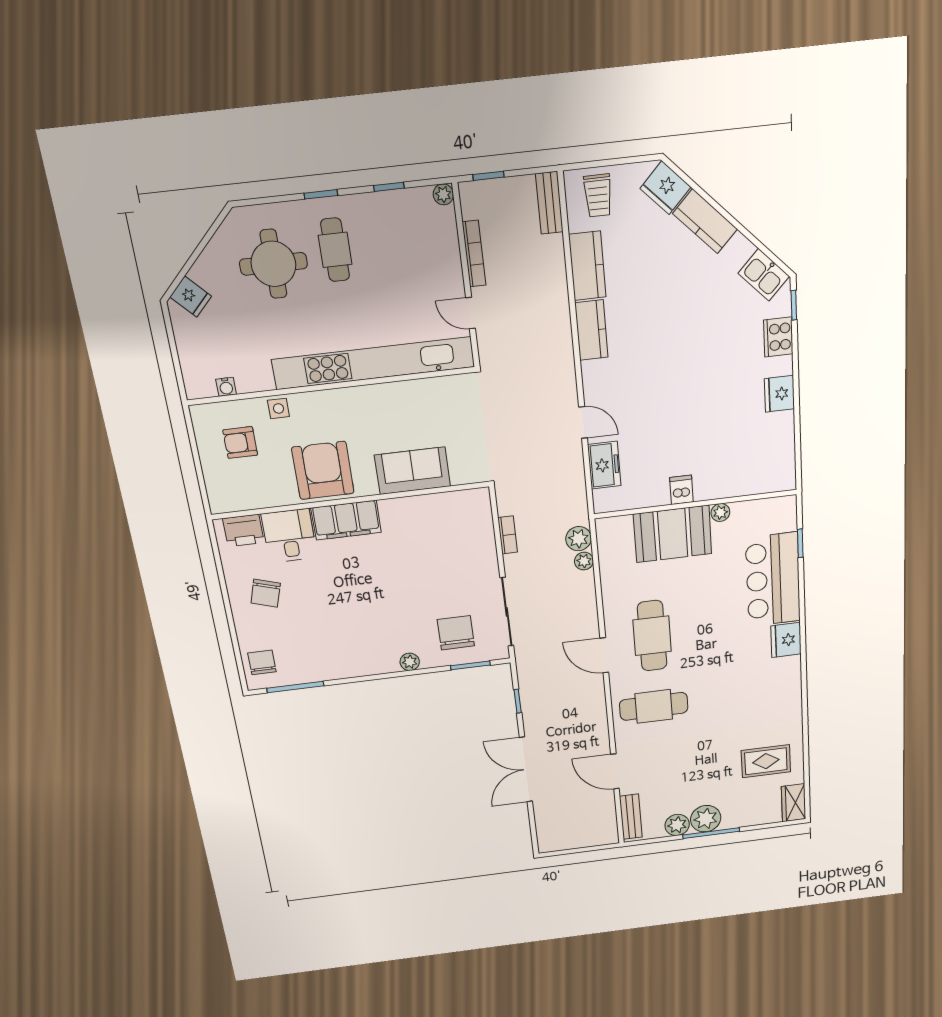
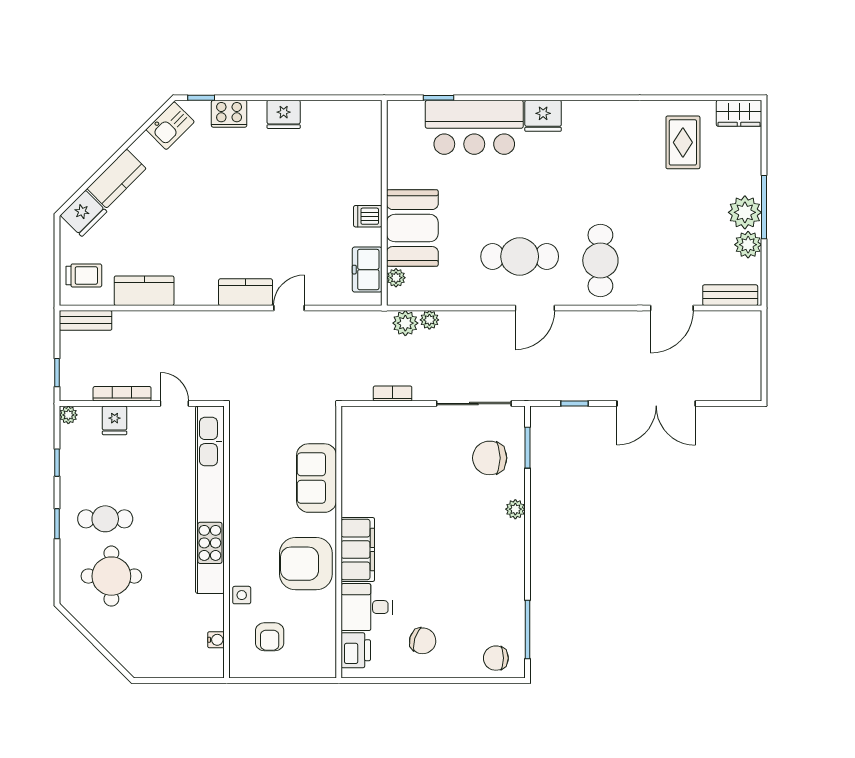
fridge: (191, 297) -> (115, 420), moved, turned 135
door: (470, 313) -> (174, 404), swing flipped
kitchen counter: (591, 330) -> (246, 292), moved
freezer: (604, 465) -> (367, 270), moved, turned -90
plant: (720, 513) -> (396, 278), moved

